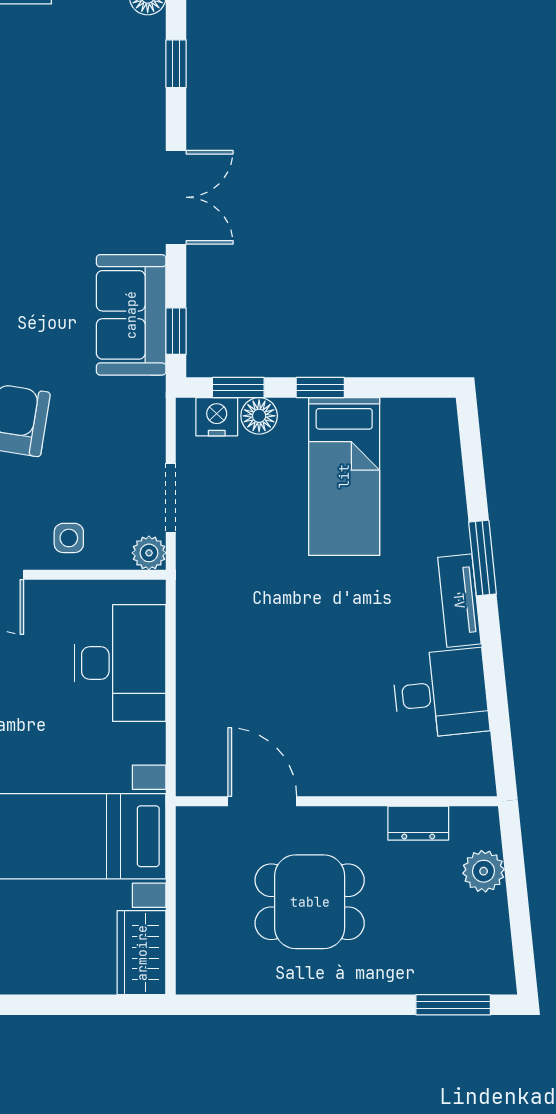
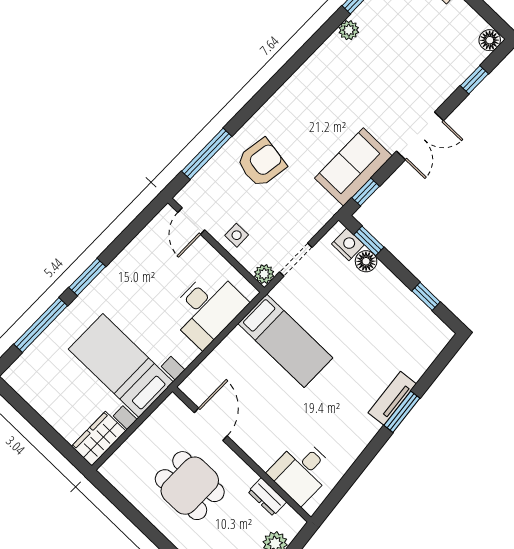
window: (320, 387) -> (426, 296), moved
bed: (344, 476) -> (285, 341), moved, turned -90
tv unit: (459, 601) -> (392, 398), moved
desk: (441, 694) -> (301, 471), moved, turned 96

